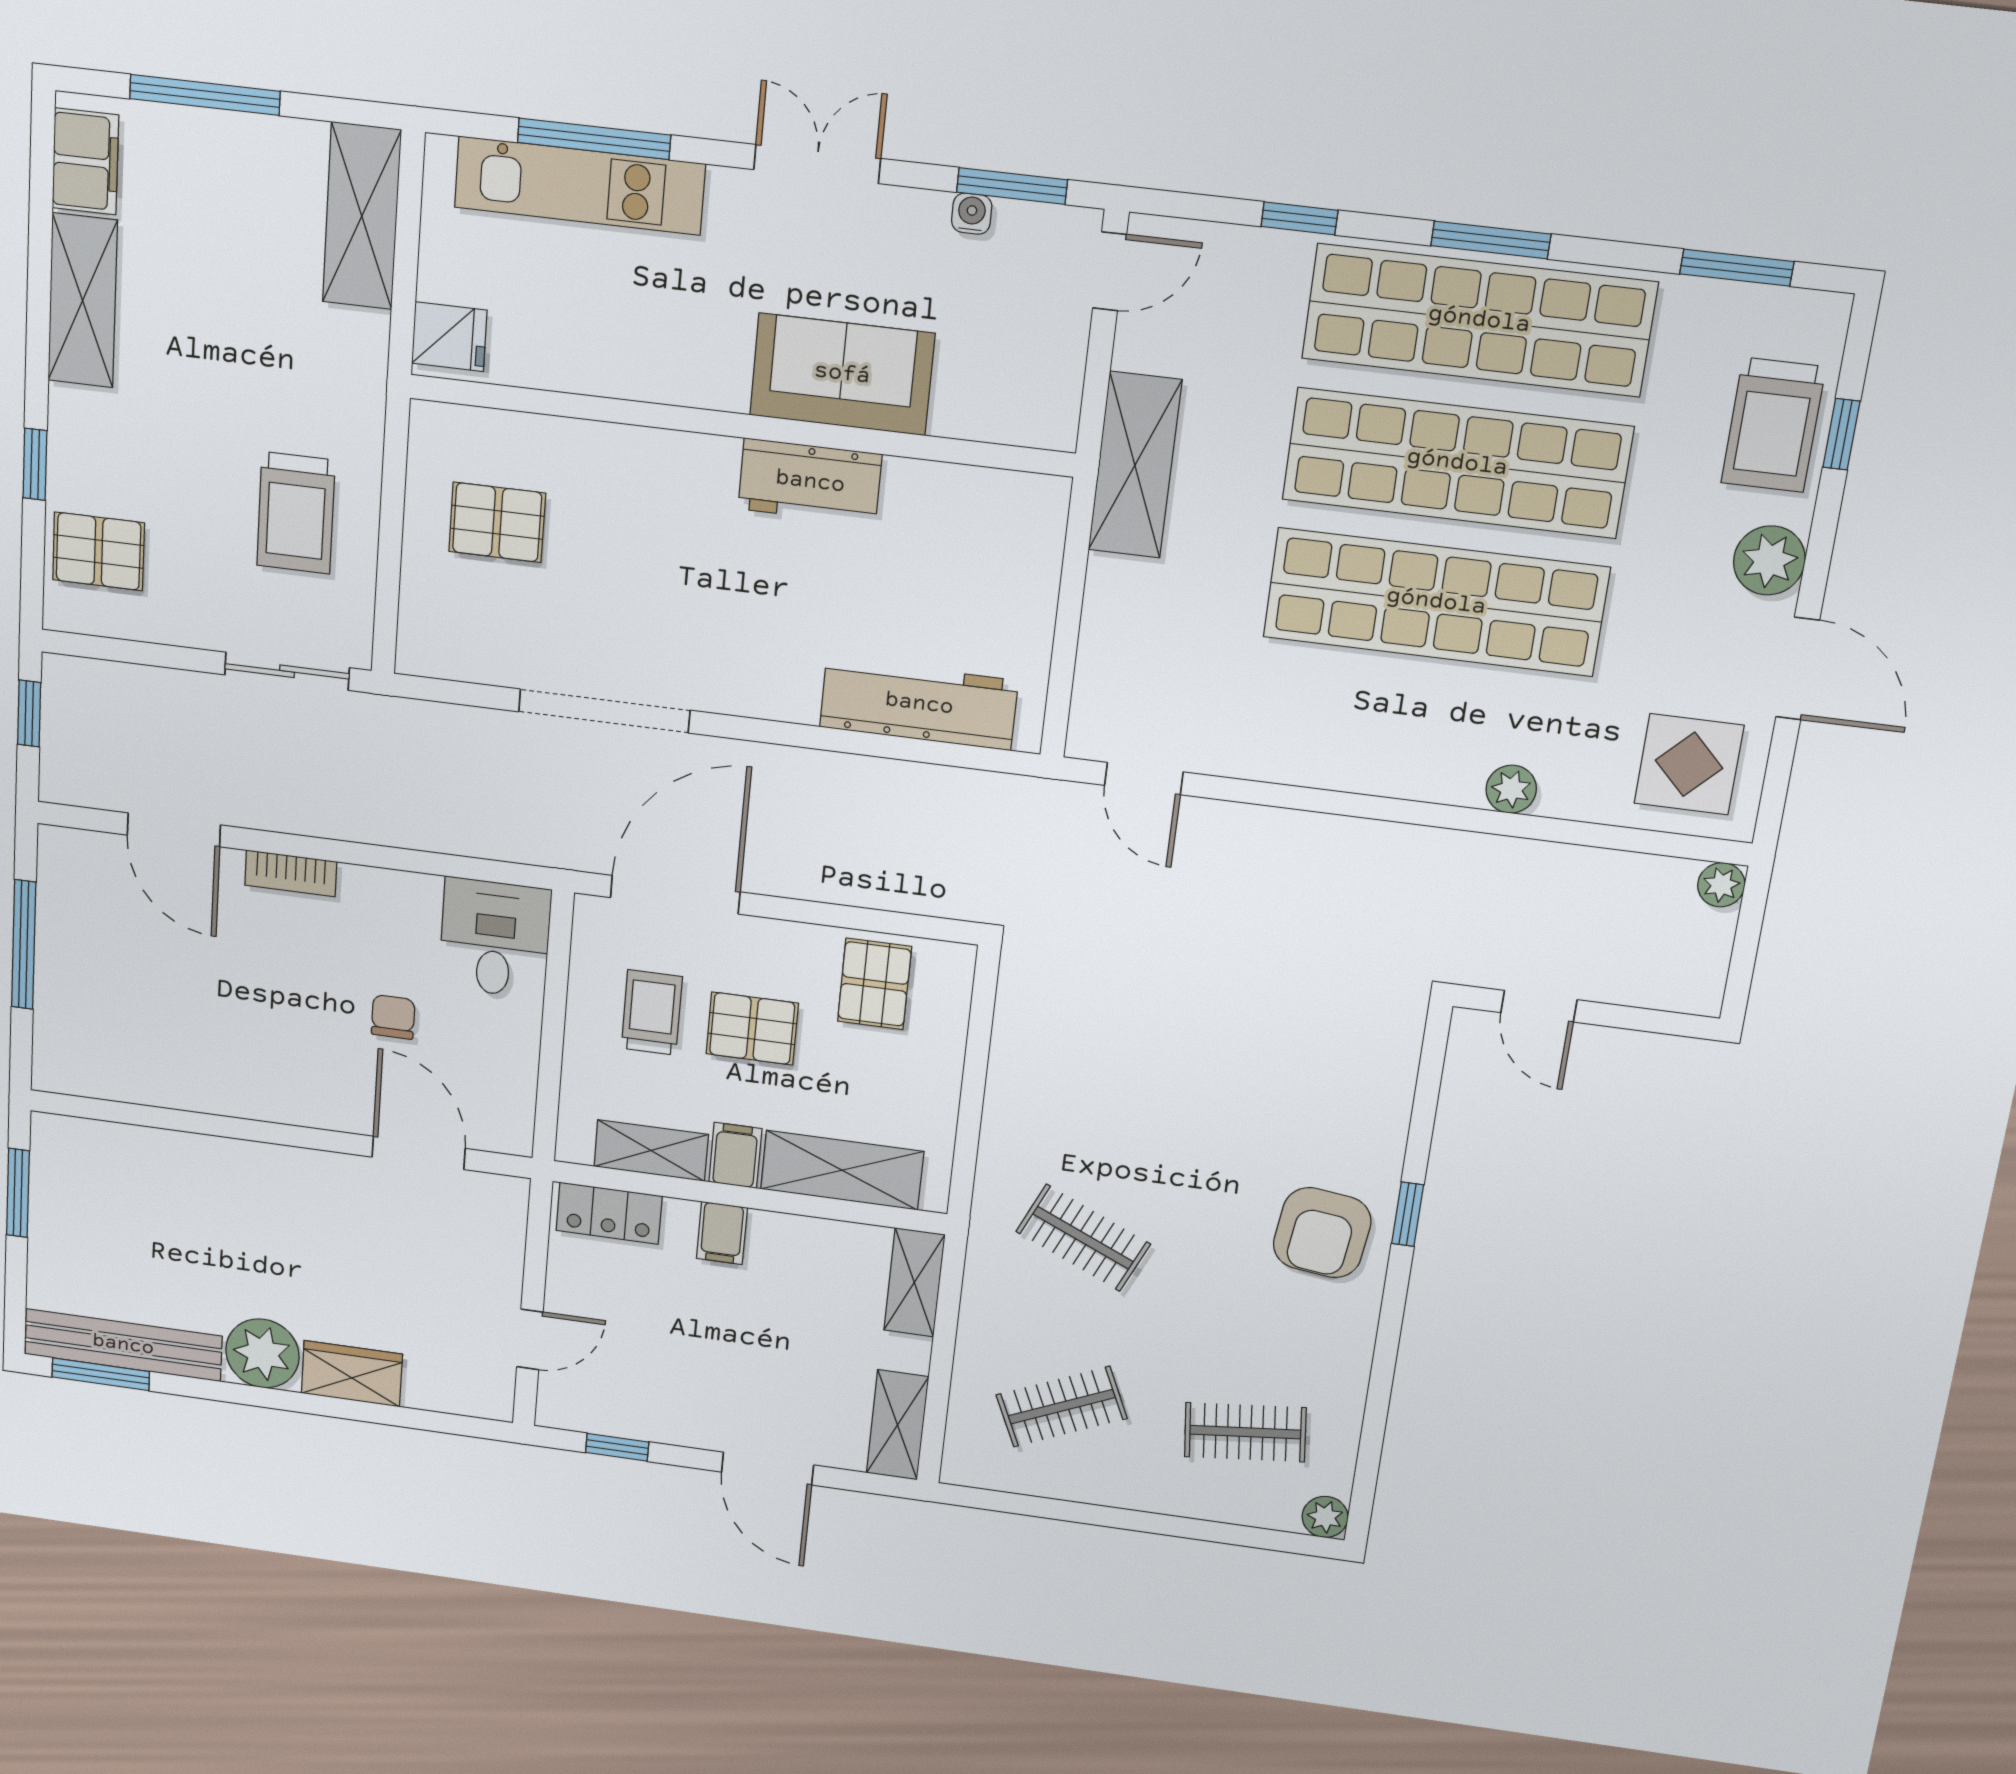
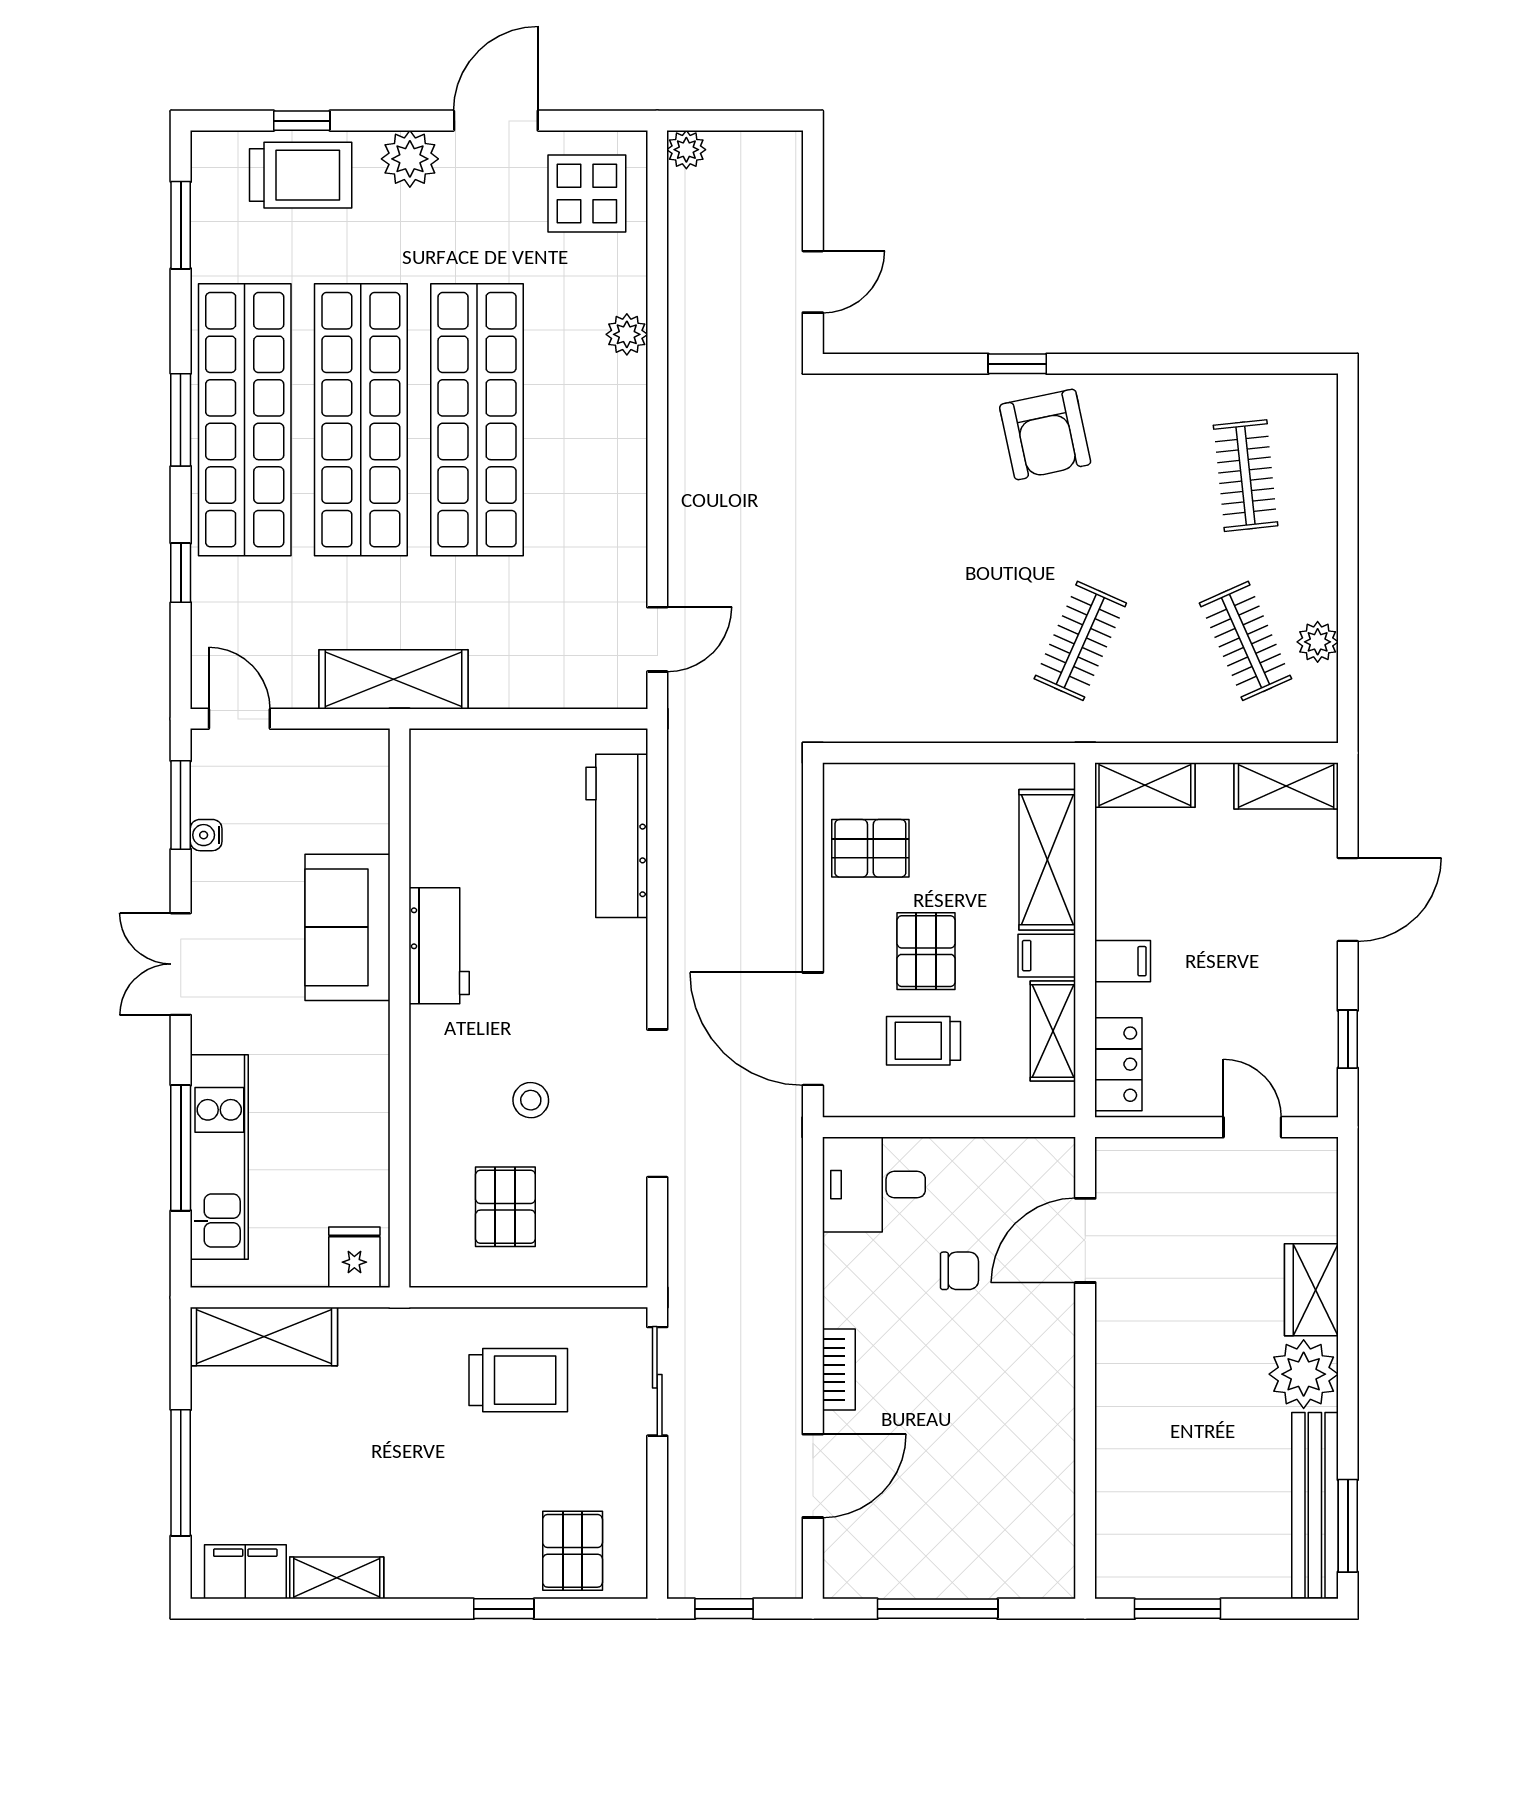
shelving: (83, 301) -> (337, 1578), width x0.67, depth x0.75
stool: (619, 567) -> (531, 1100), added
chair: (393, 1017) -> (959, 1271), turned 180
armchair: (1322, 1233) -> (1045, 434), turned 71
plant: (1325, 1517) -> (1318, 642), moved

